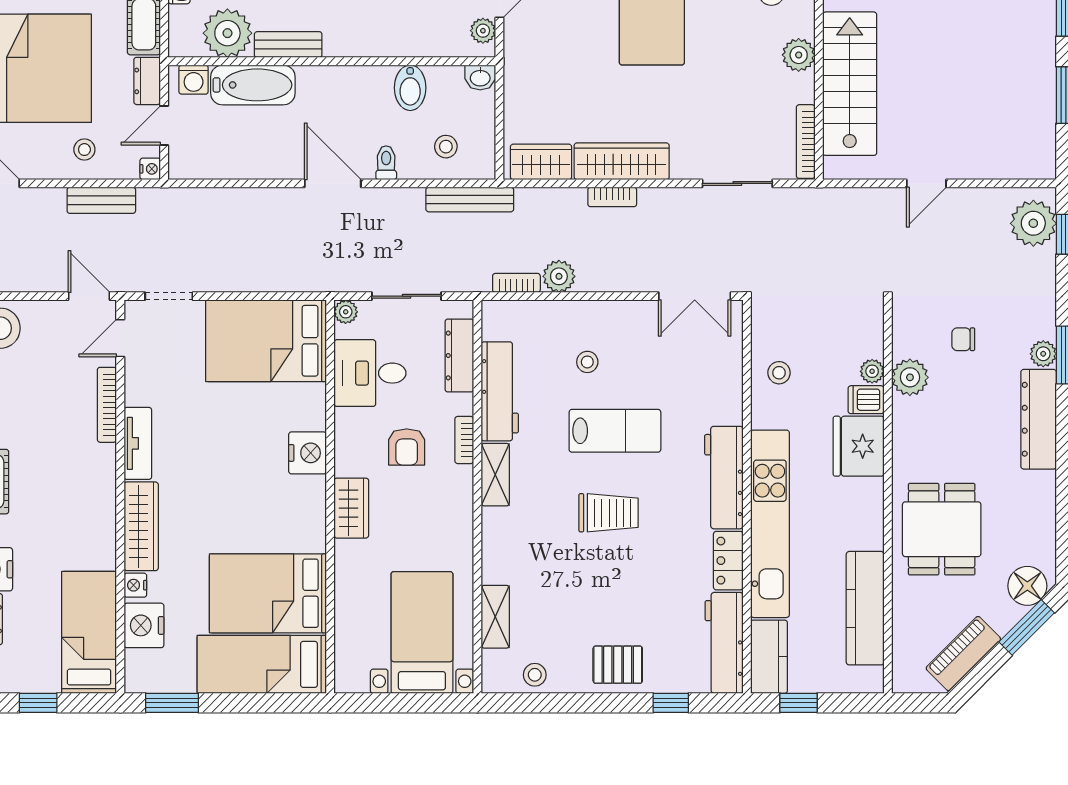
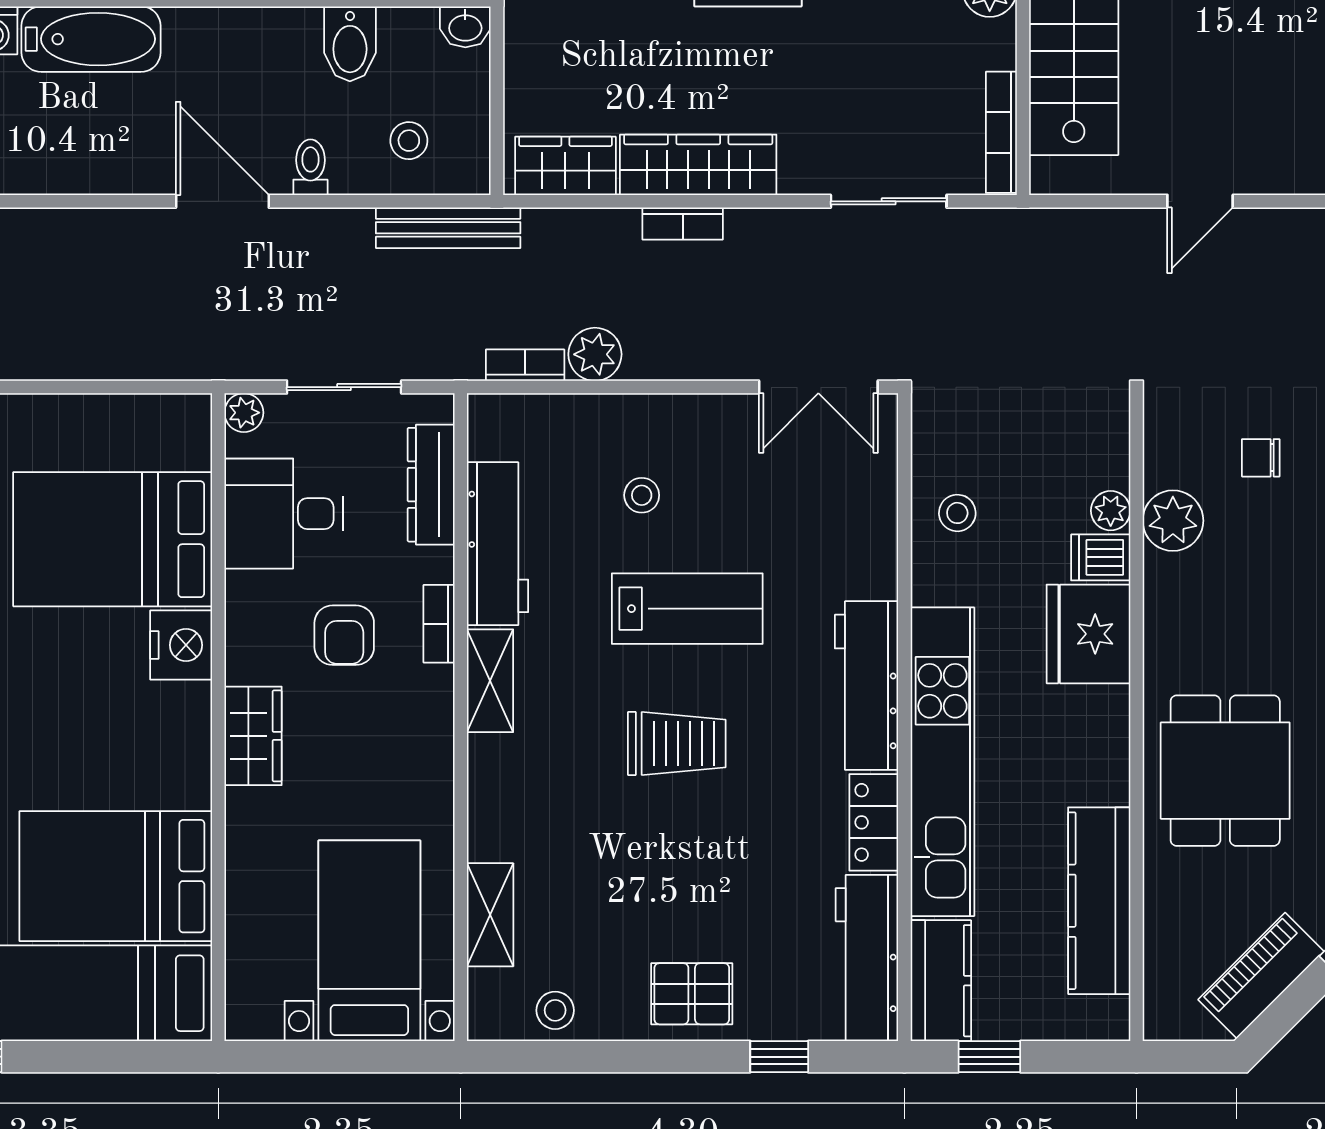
bed: (266, 341) -> (113, 539), moved

